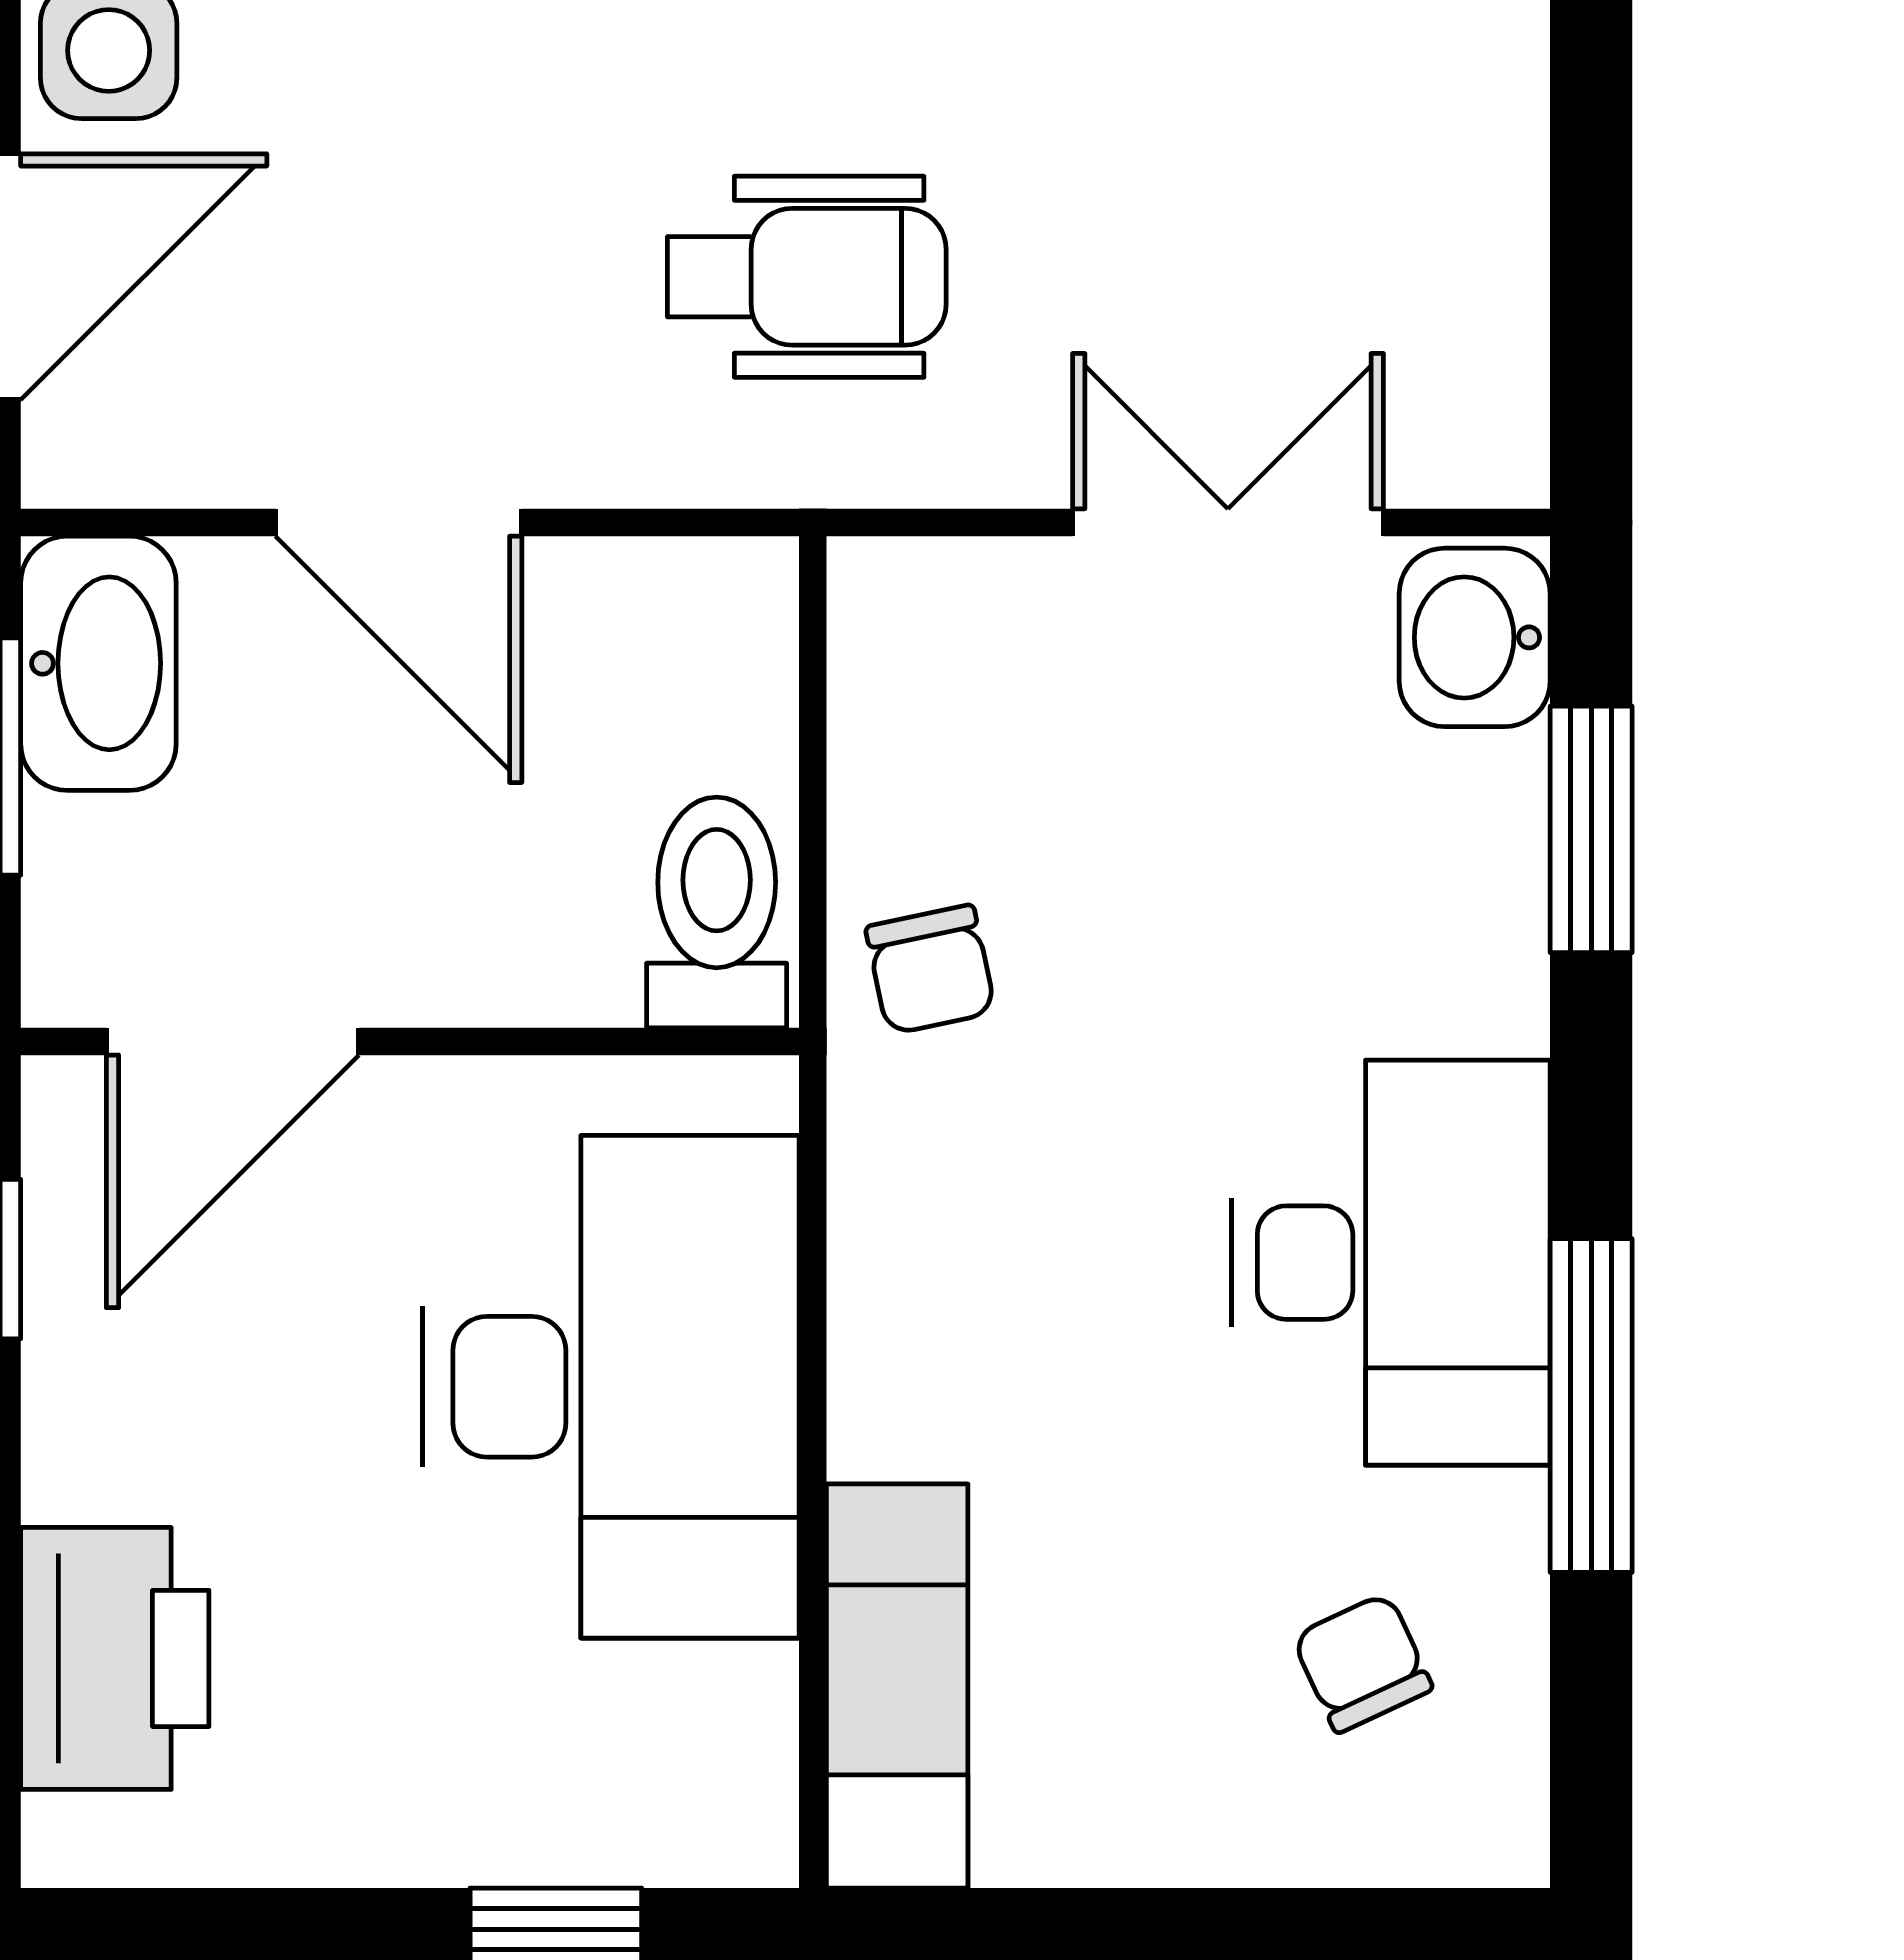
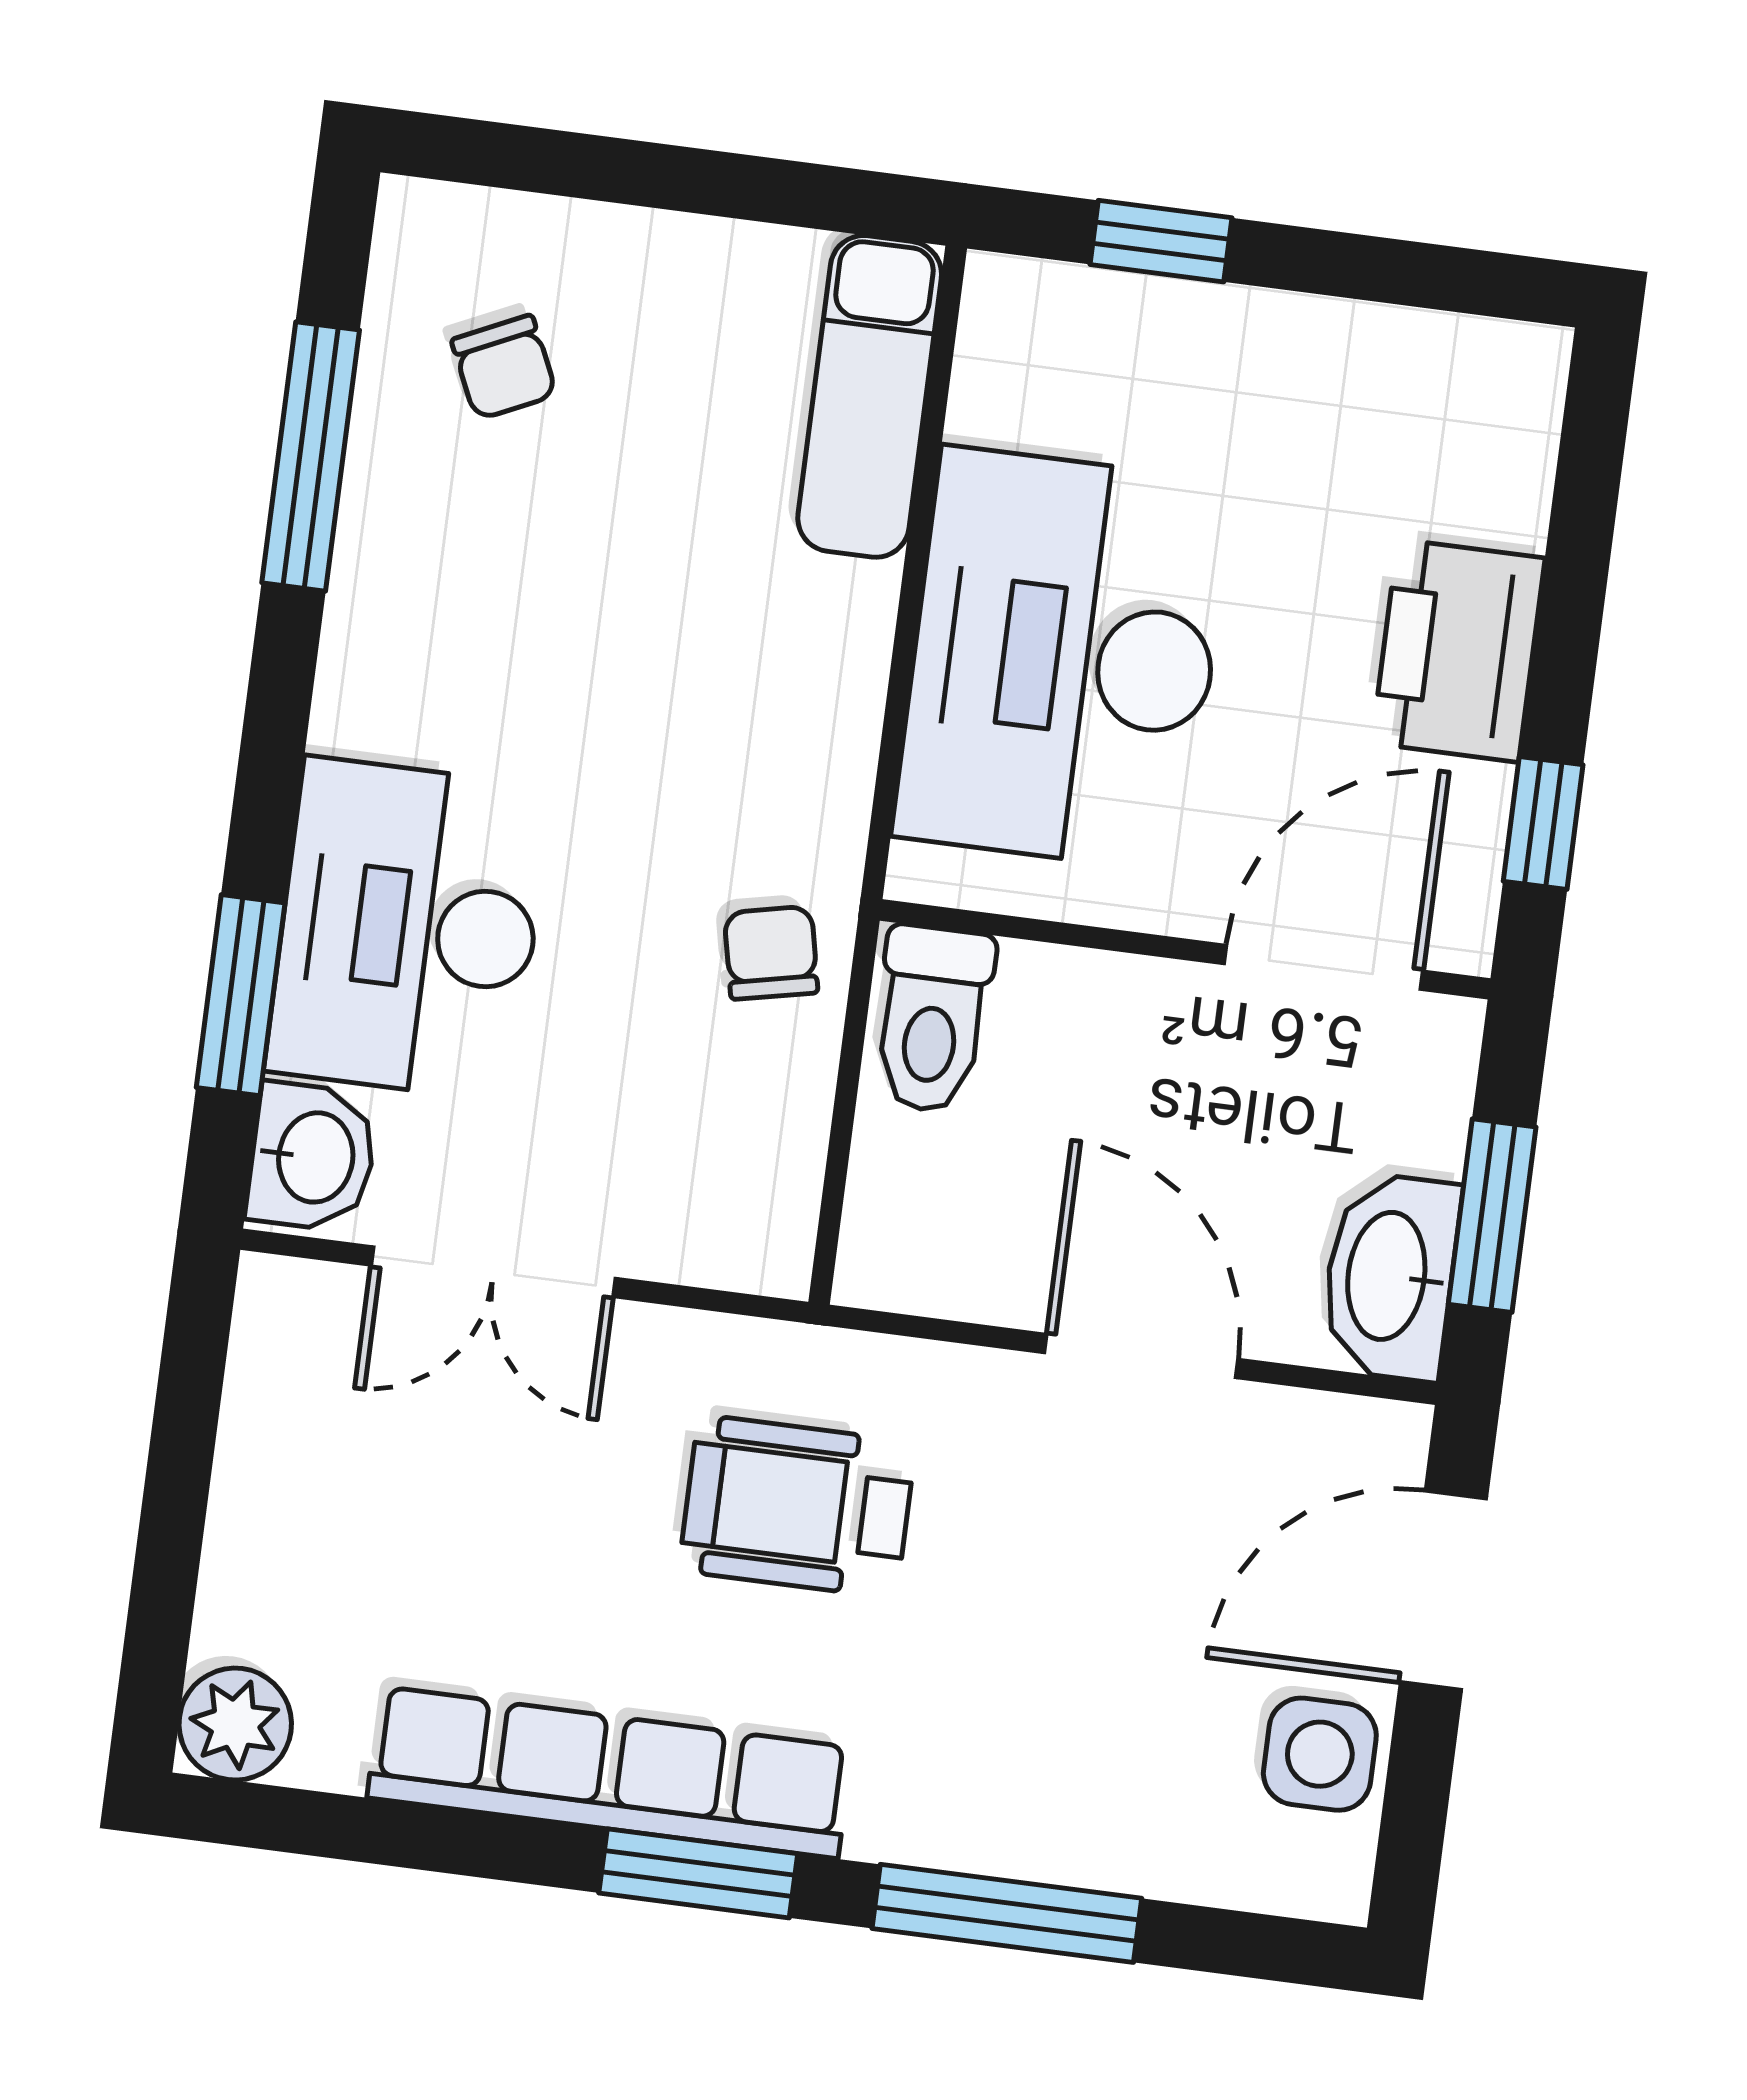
desk: (1391, 1263) -> (408, 929), moved
window: (1591, 1406) -> (311, 456), moved
printer: (115, 1658) -> (1458, 651), moved

